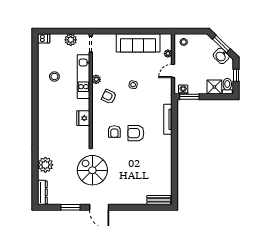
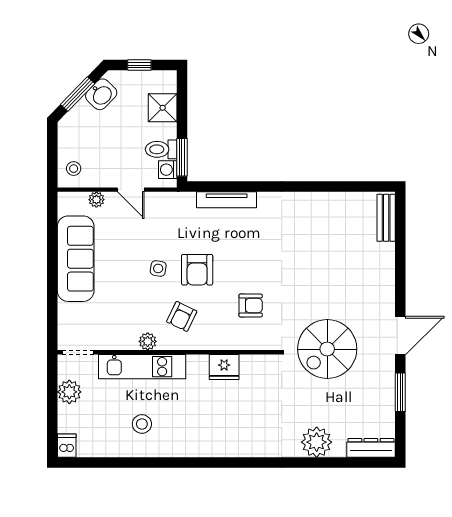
toilet: (227, 86) -> (161, 149), moved
armchair: (136, 133) -> (197, 270), moved

